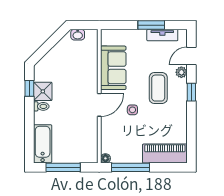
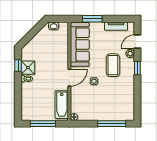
window: (151, 25) -> (92, 19), moved
sofa: (113, 68) -> (80, 44), width x1.36
bathtub: (43, 144) -> (62, 105), moved, turned 180
piano: (165, 154) -> (118, 113), removed
window: (131, 167) -> (112, 124), moved

